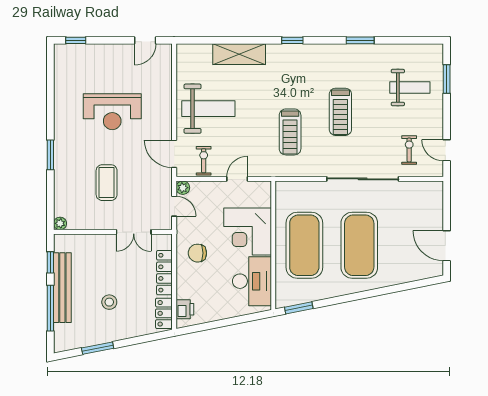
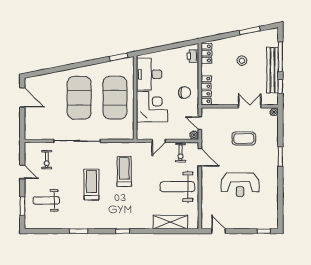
door: (145, 40) -> (219, 231), hinge flipped
shelving: (239, 54) -> (170, 222), moved
reception desk: (112, 112) -> (240, 185), turned 180
door: (447, 150) -> (22, 172), moved
coffee table: (107, 183) -> (244, 139), turned 90
double door: (134, 232) -> (250, 106), moved
locker: (164, 273) -> (206, 90), moved

